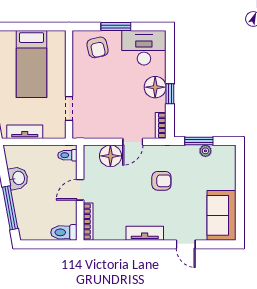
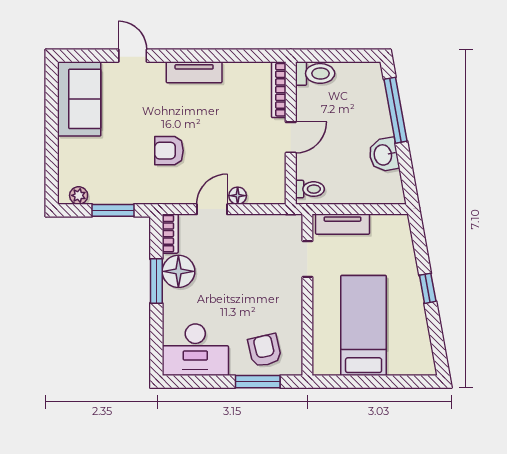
window: (116, 27) -> (258, 382), moved
floor lamp: (155, 87) -> (178, 271), moved
window: (170, 94) -> (156, 281), width x1.50
tv unit: (25, 132) -> (343, 224), moved
plant: (205, 151) -> (79, 195), moved
floor lamp: (110, 156) -> (238, 196), width x0.53, depth x0.53

